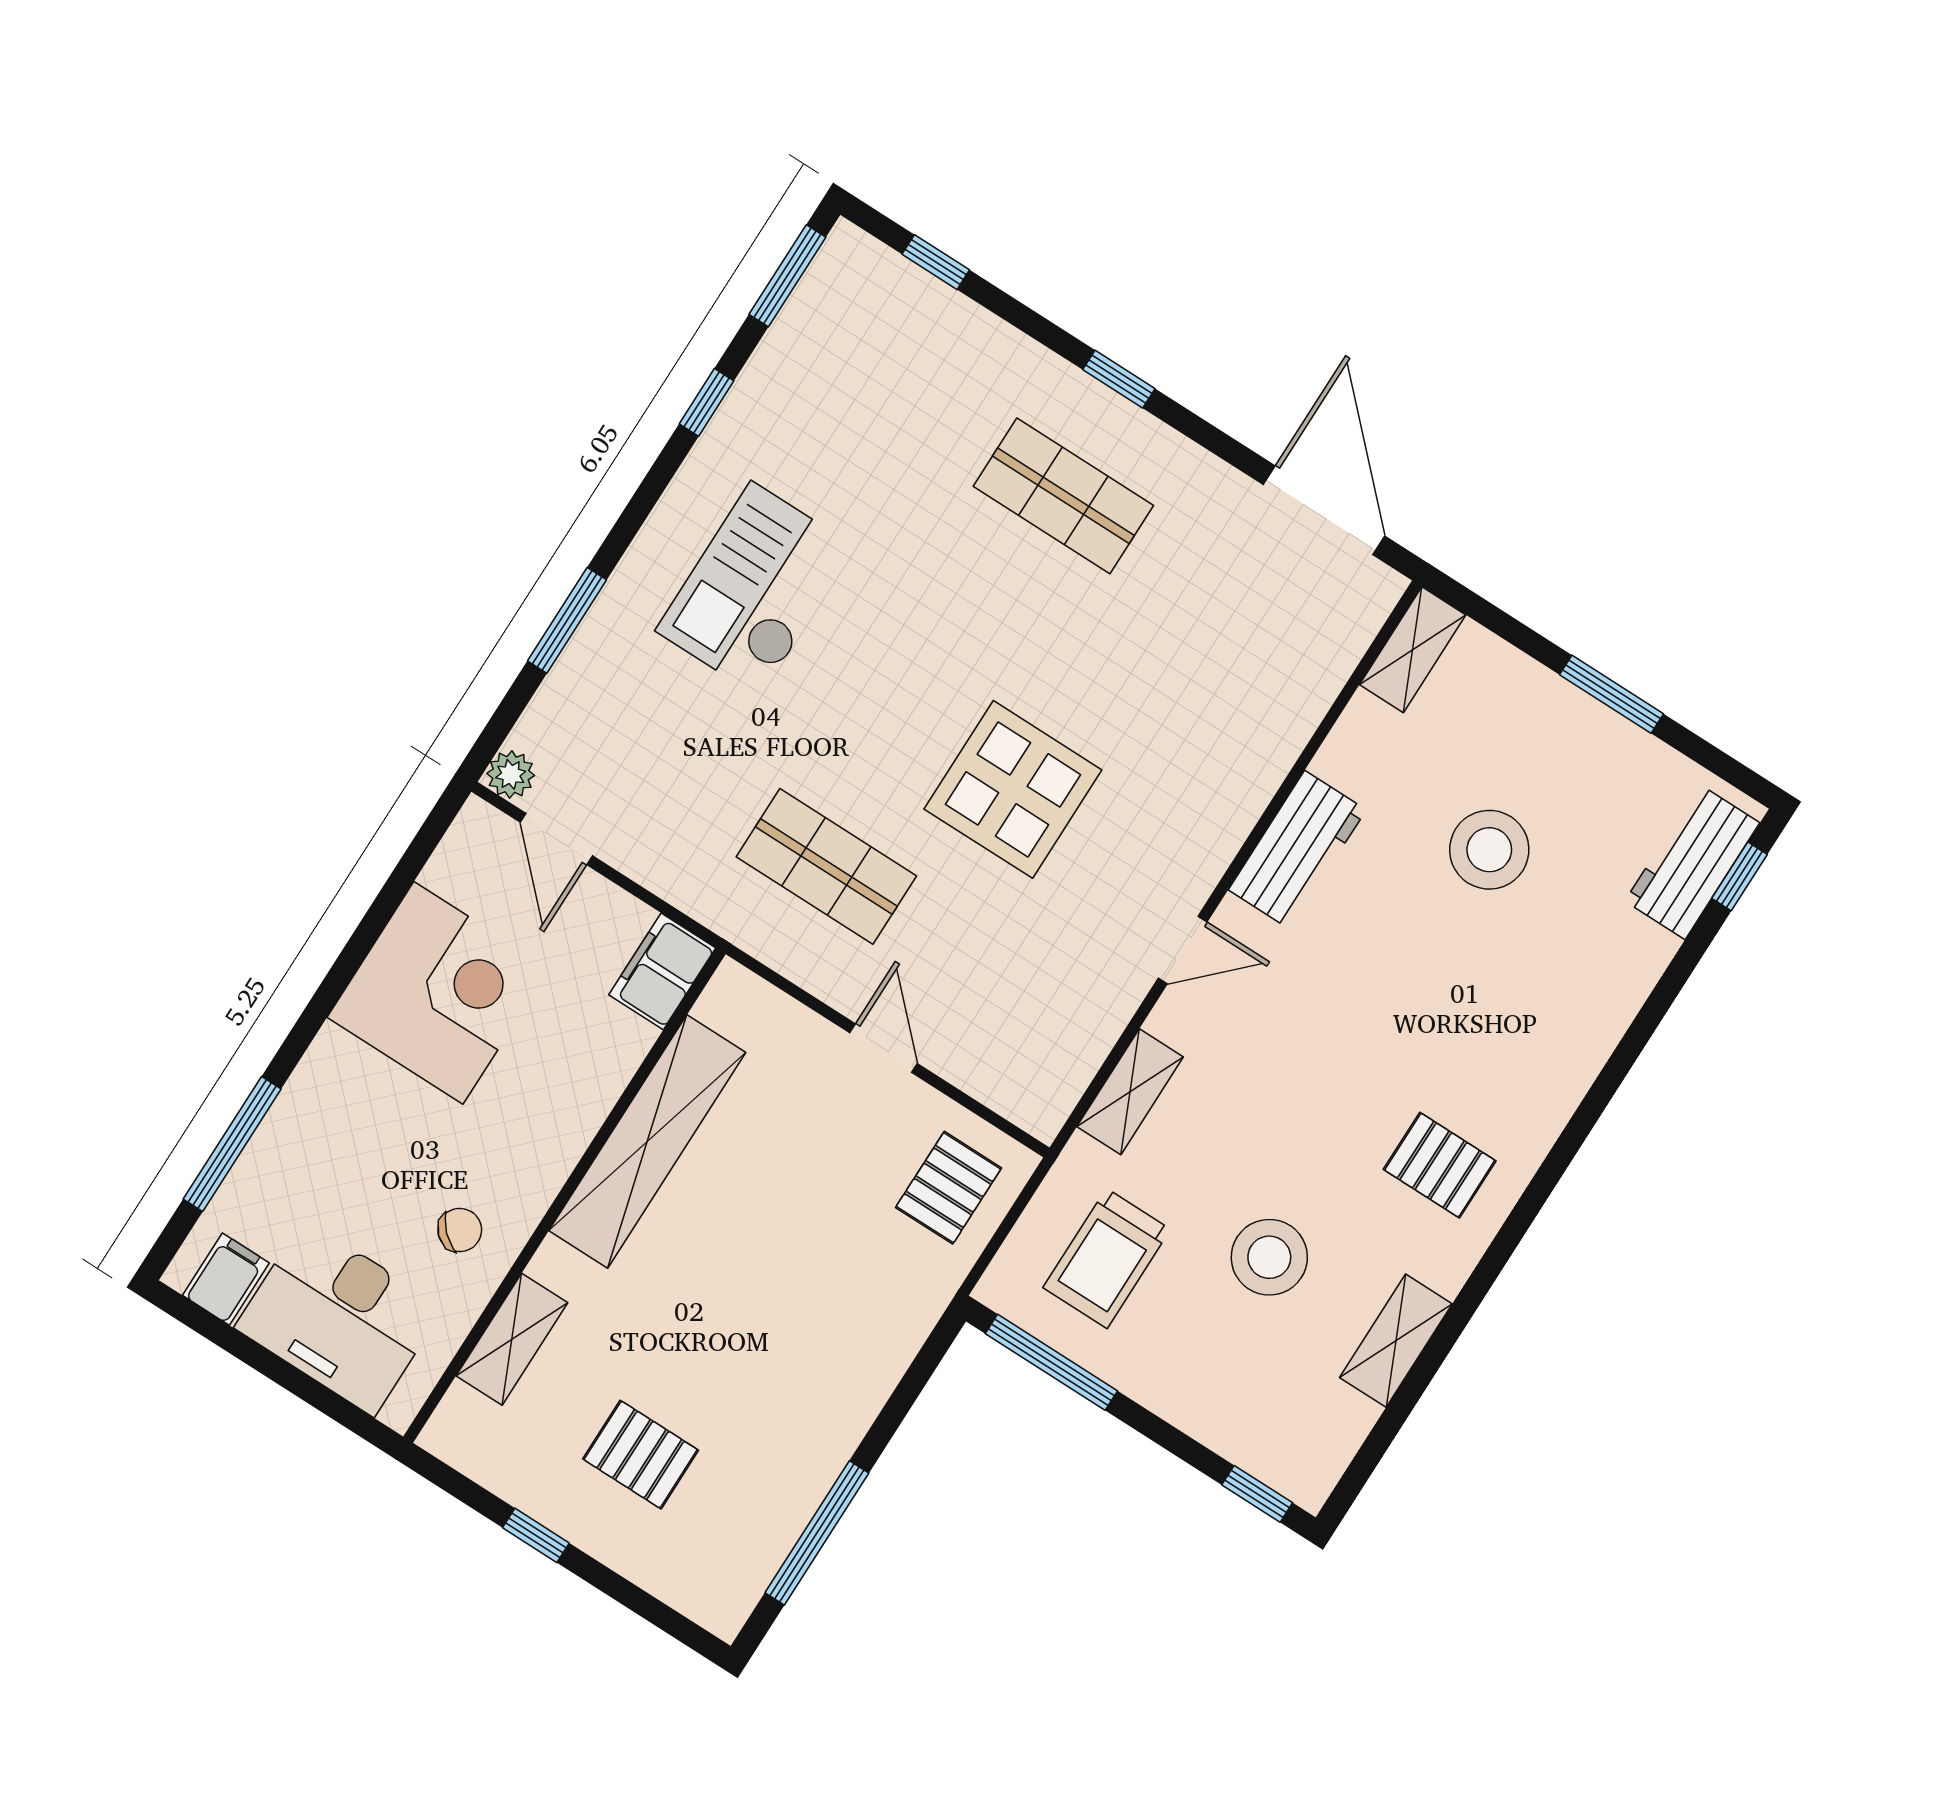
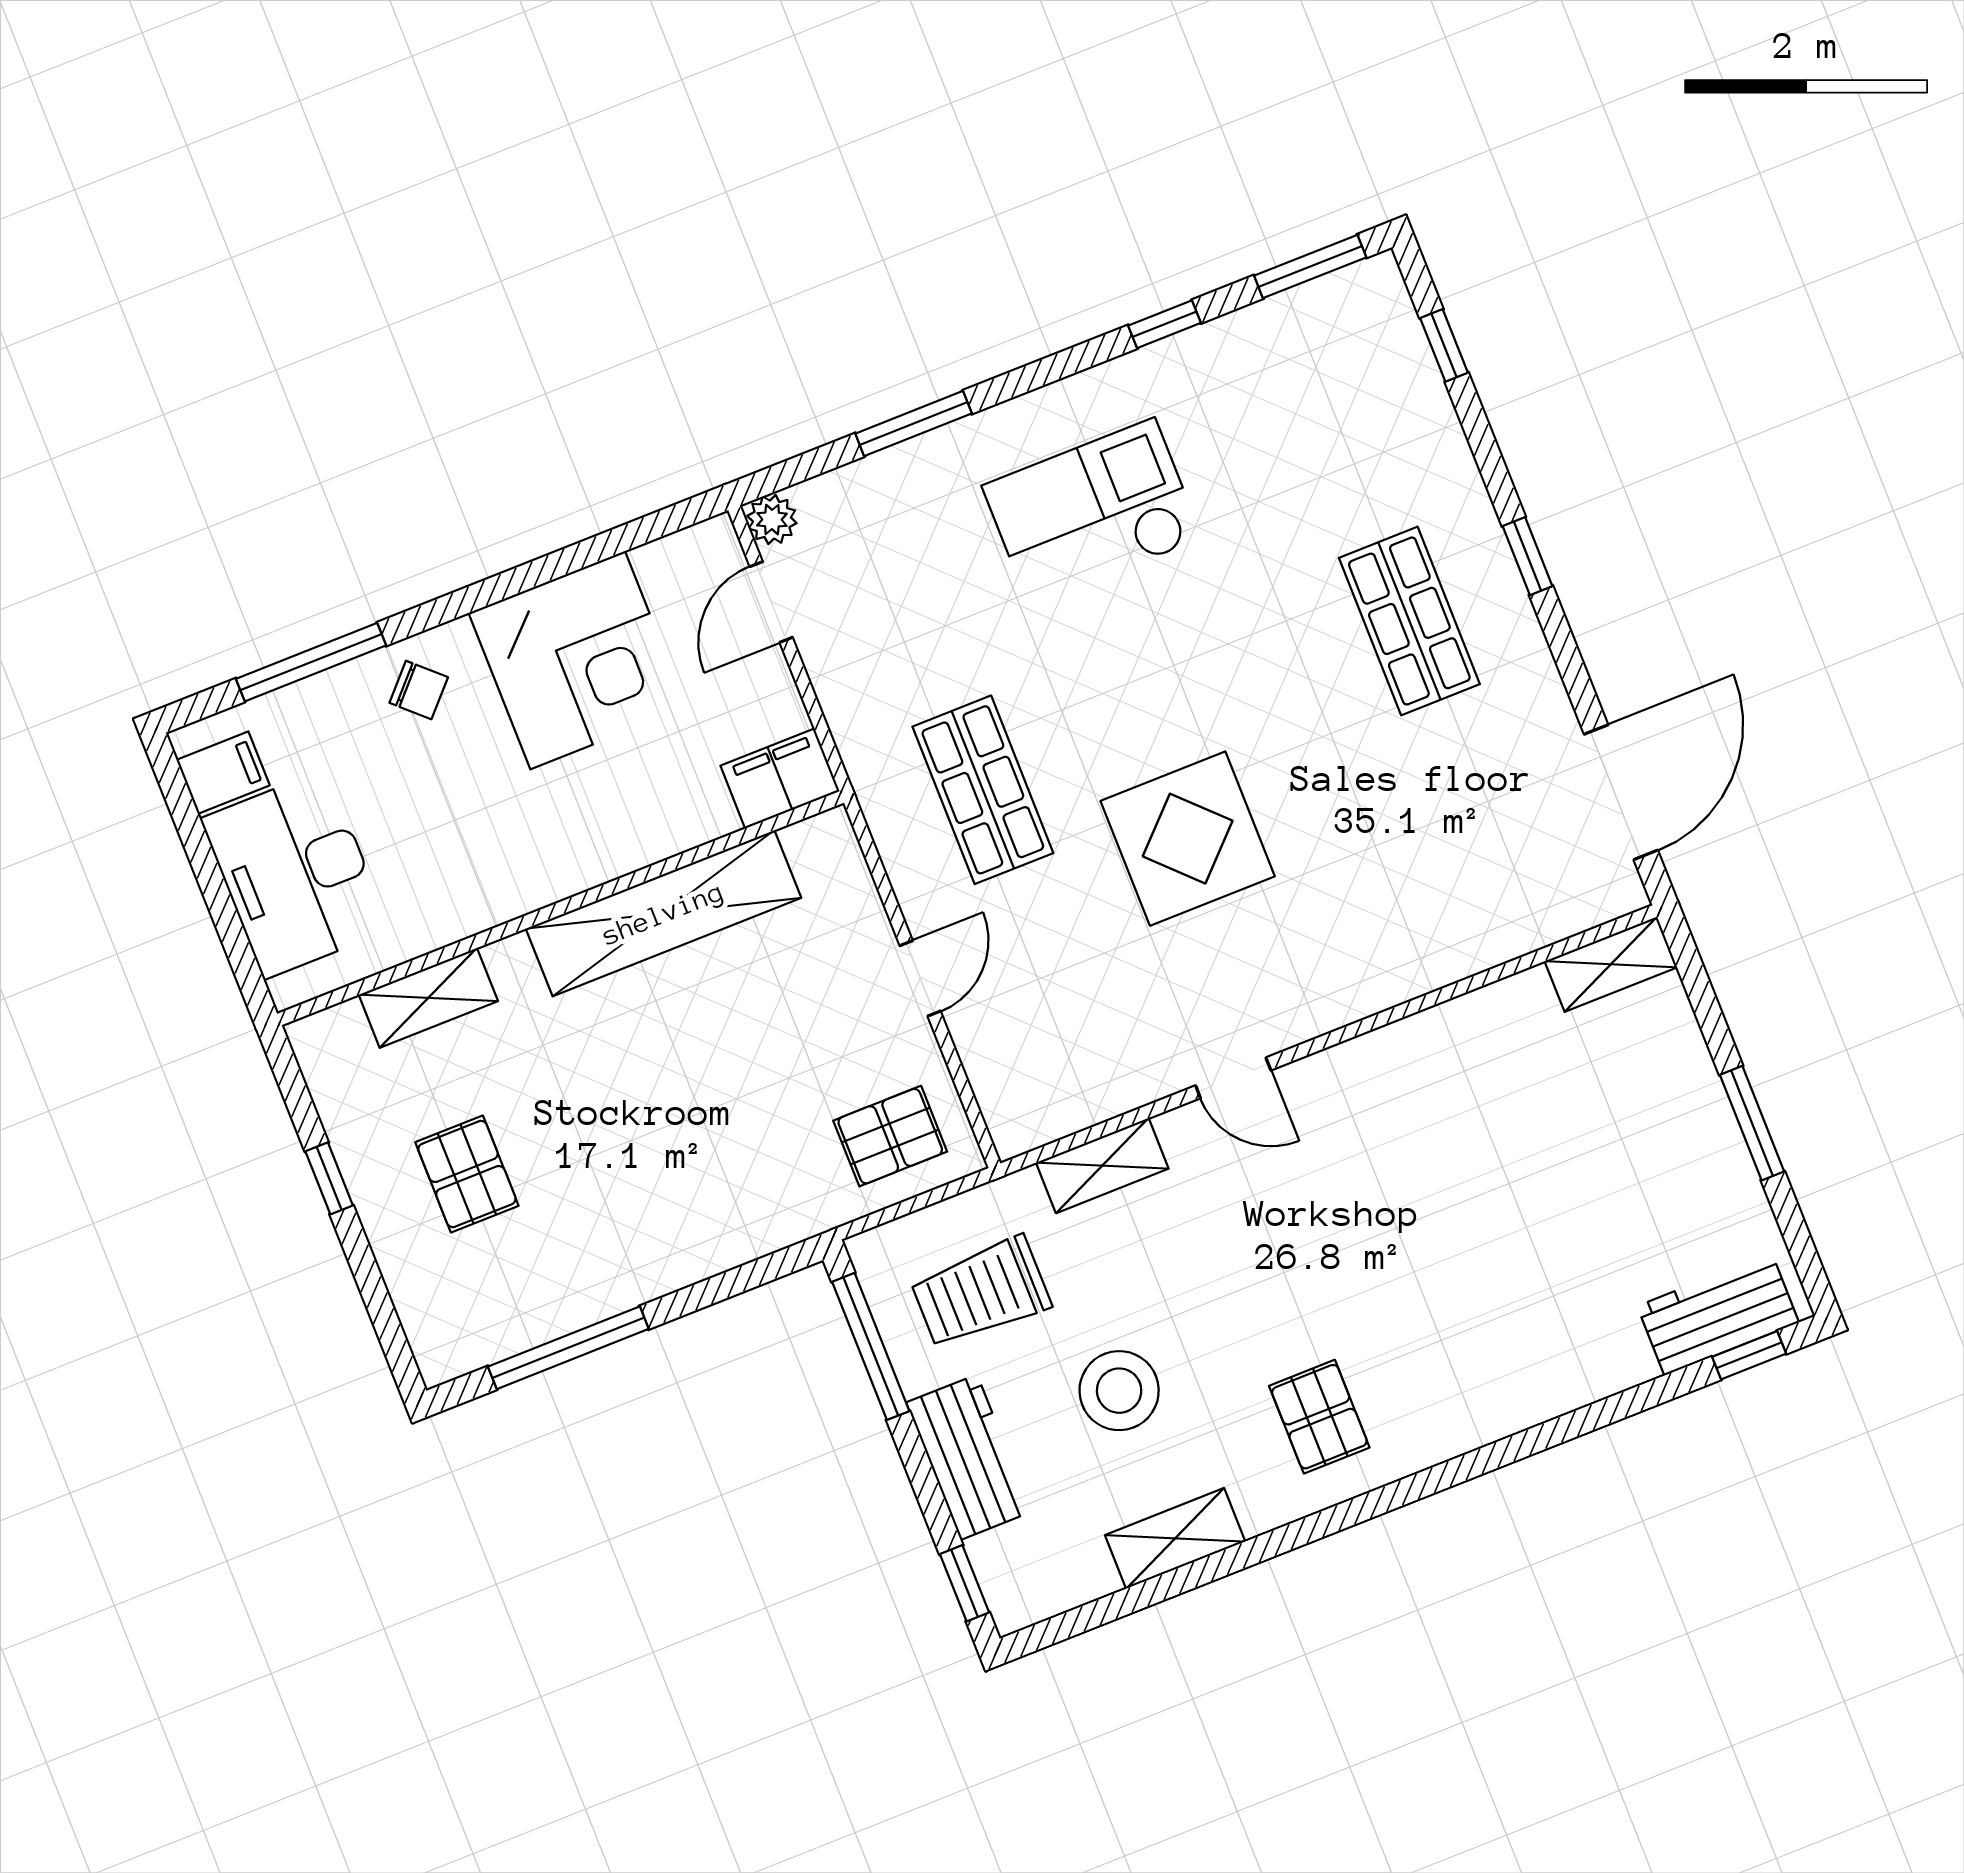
workbench: (1297, 850) -> (969, 1457), moved, turned -90
stool: (1489, 850) -> (1554, 1180), removed
chair: (460, 1230) -> (419, 690), moved

